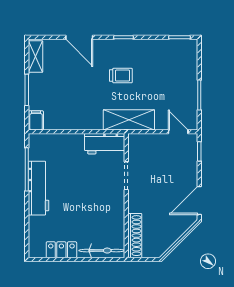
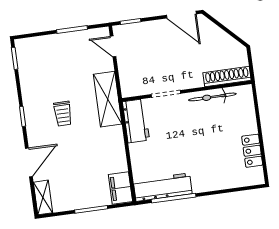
shelving: (36, 57) -> (43, 197), moved, turned 90
trolley: (121, 76) -> (63, 114), turned 180
filing cabinet: (36, 120) -> (120, 188), width x2.00
door: (178, 132) -> (113, 46), hinge flipped
workbench: (39, 188) -> (163, 187), moved
bicycle: (102, 251) -> (212, 97), moved, turned -90

